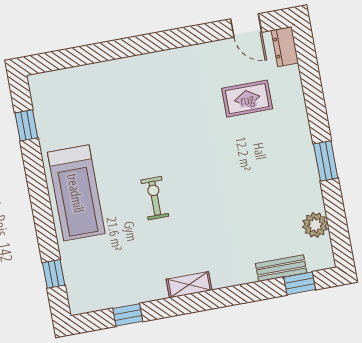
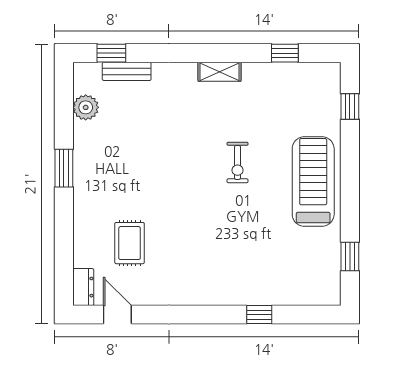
window: (106, 51) -> (259, 315), added
rug: (247, 99) -> (130, 243), turned 90

